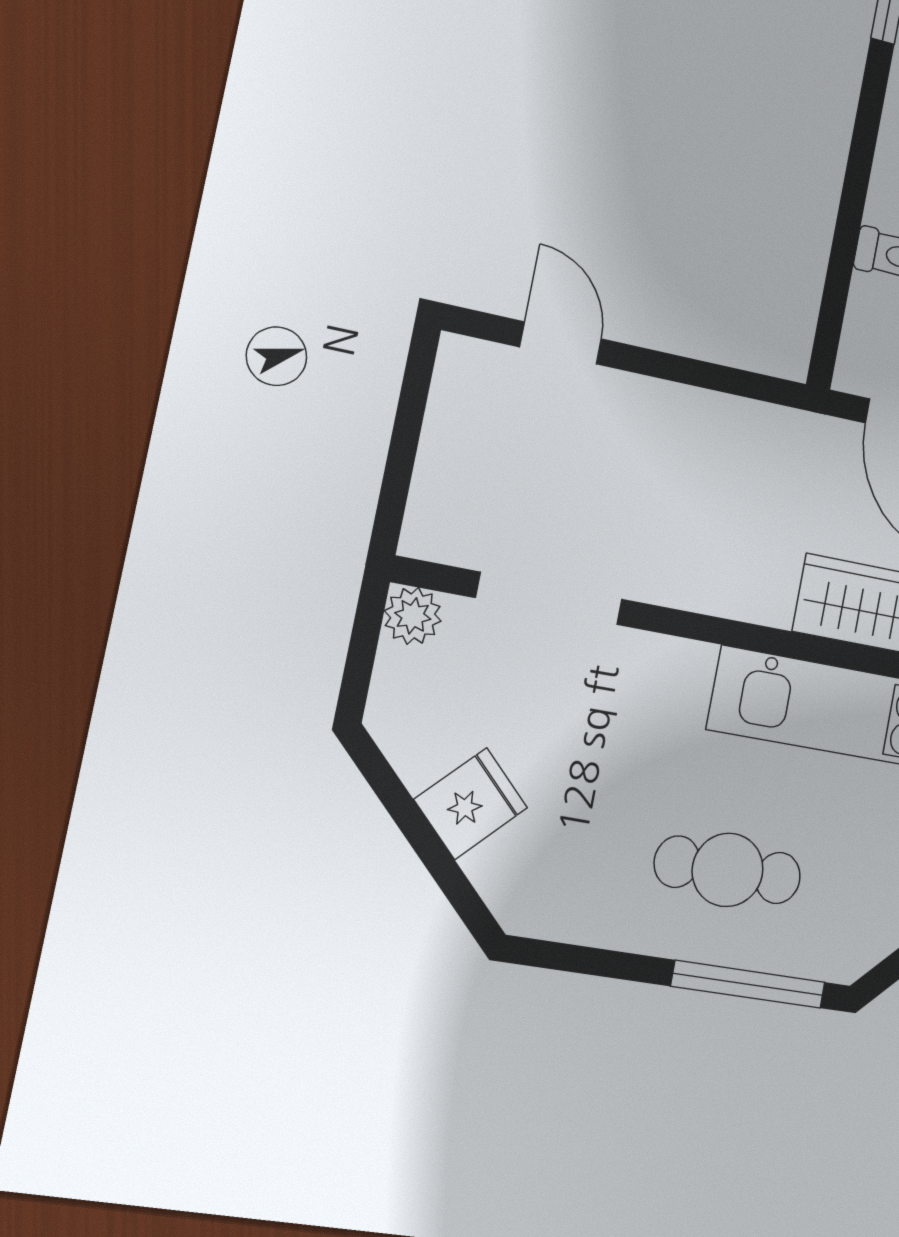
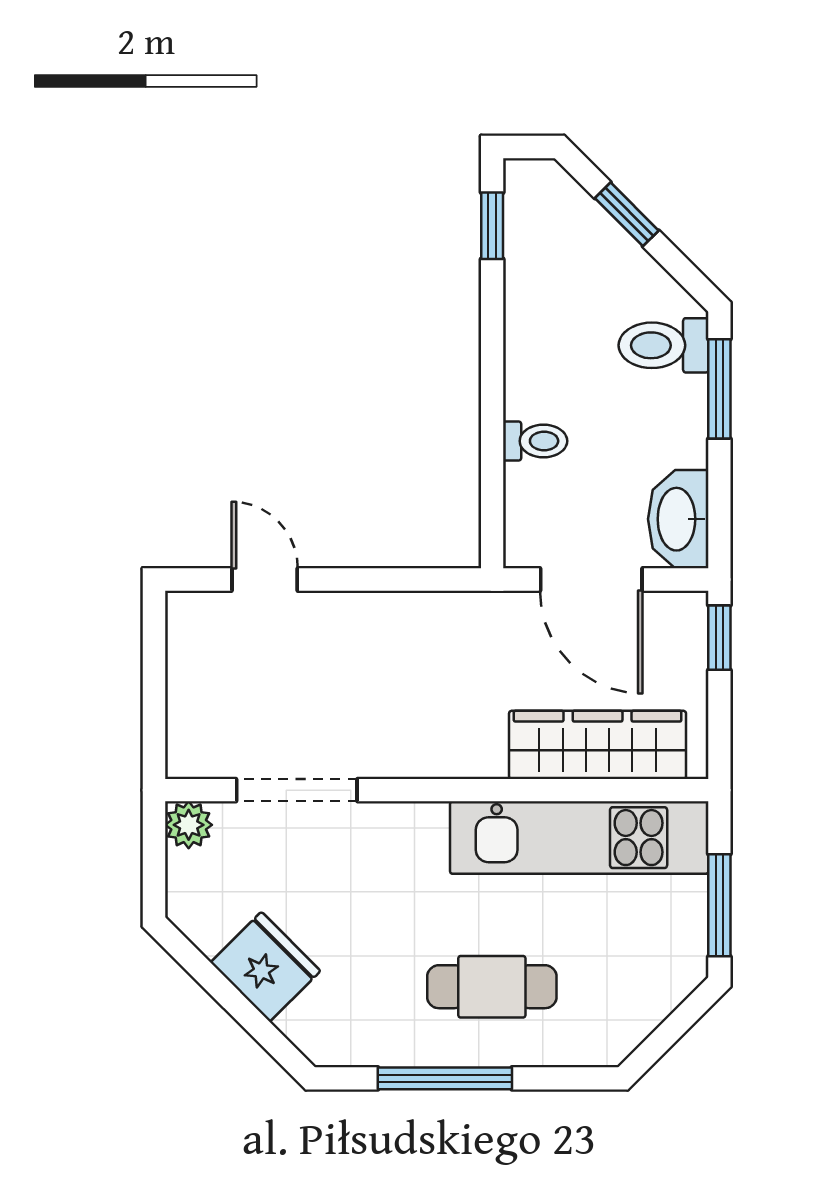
fridge: (471, 804) -> (265, 967), width x1.38
window: (748, 984) -> (445, 1078), moved

